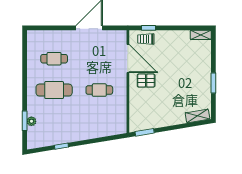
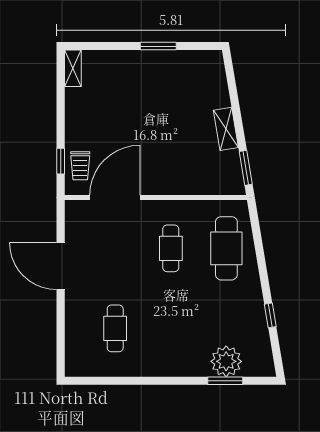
pallet: (146, 81) -> (154, 165), removed
cafe table: (54, 90) -> (226, 248), moved
shelving: (198, 116) -> (226, 129), moved
plant: (31, 121) -> (226, 361), width x1.88, depth x1.88

